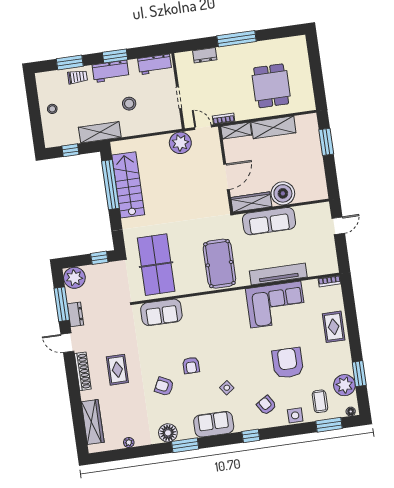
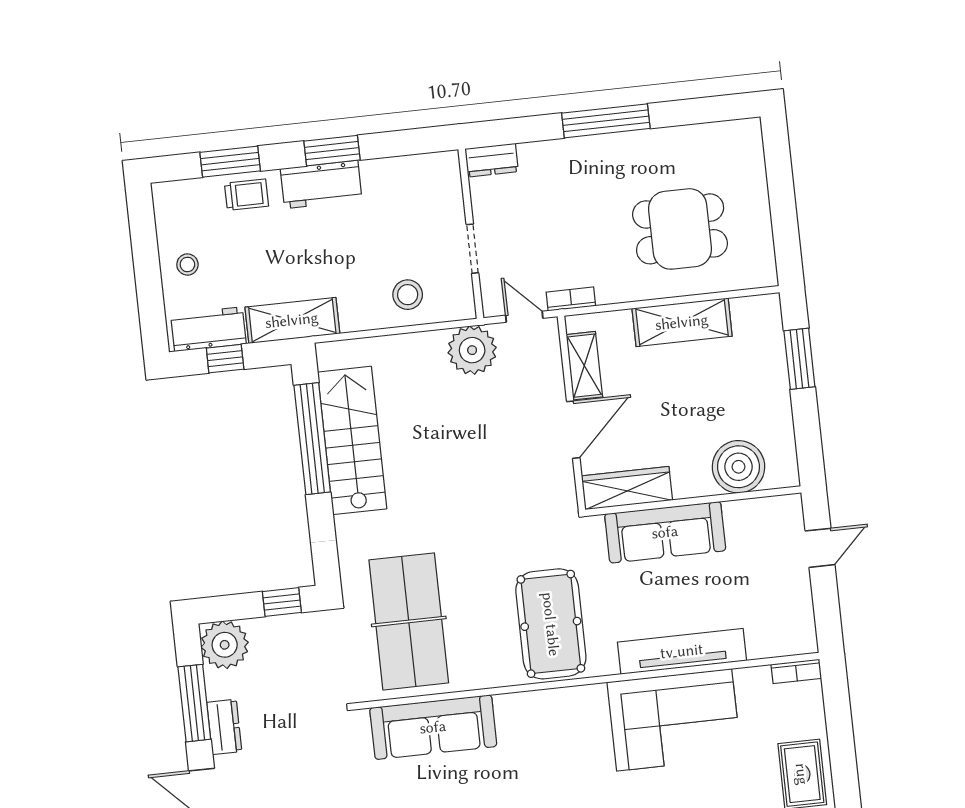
dresser: (205, 55) -> (492, 160), moved
workbench: (155, 64) -> (208, 329), moved, turned 180
dining table: (271, 86) -> (680, 229), turned 90
stool: (129, 104) -> (408, 295), moved
shelving: (236, 131) -> (584, 366), moved, turned 90
boiler: (283, 193) -> (739, 467), moved
sofa: (161, 312) -> (433, 727), width x1.36

